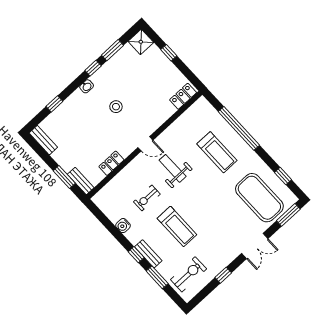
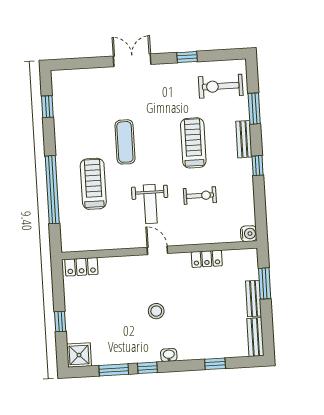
bench: (81, 181) -> (254, 299), moved
exercise mat: (259, 198) -> (125, 142), moved, width x0.50, depth x0.69
window: (288, 215) -> (74, 64), removed
water cooler: (123, 226) -> (249, 234), moved
window: (136, 255) -> (258, 166), moved

